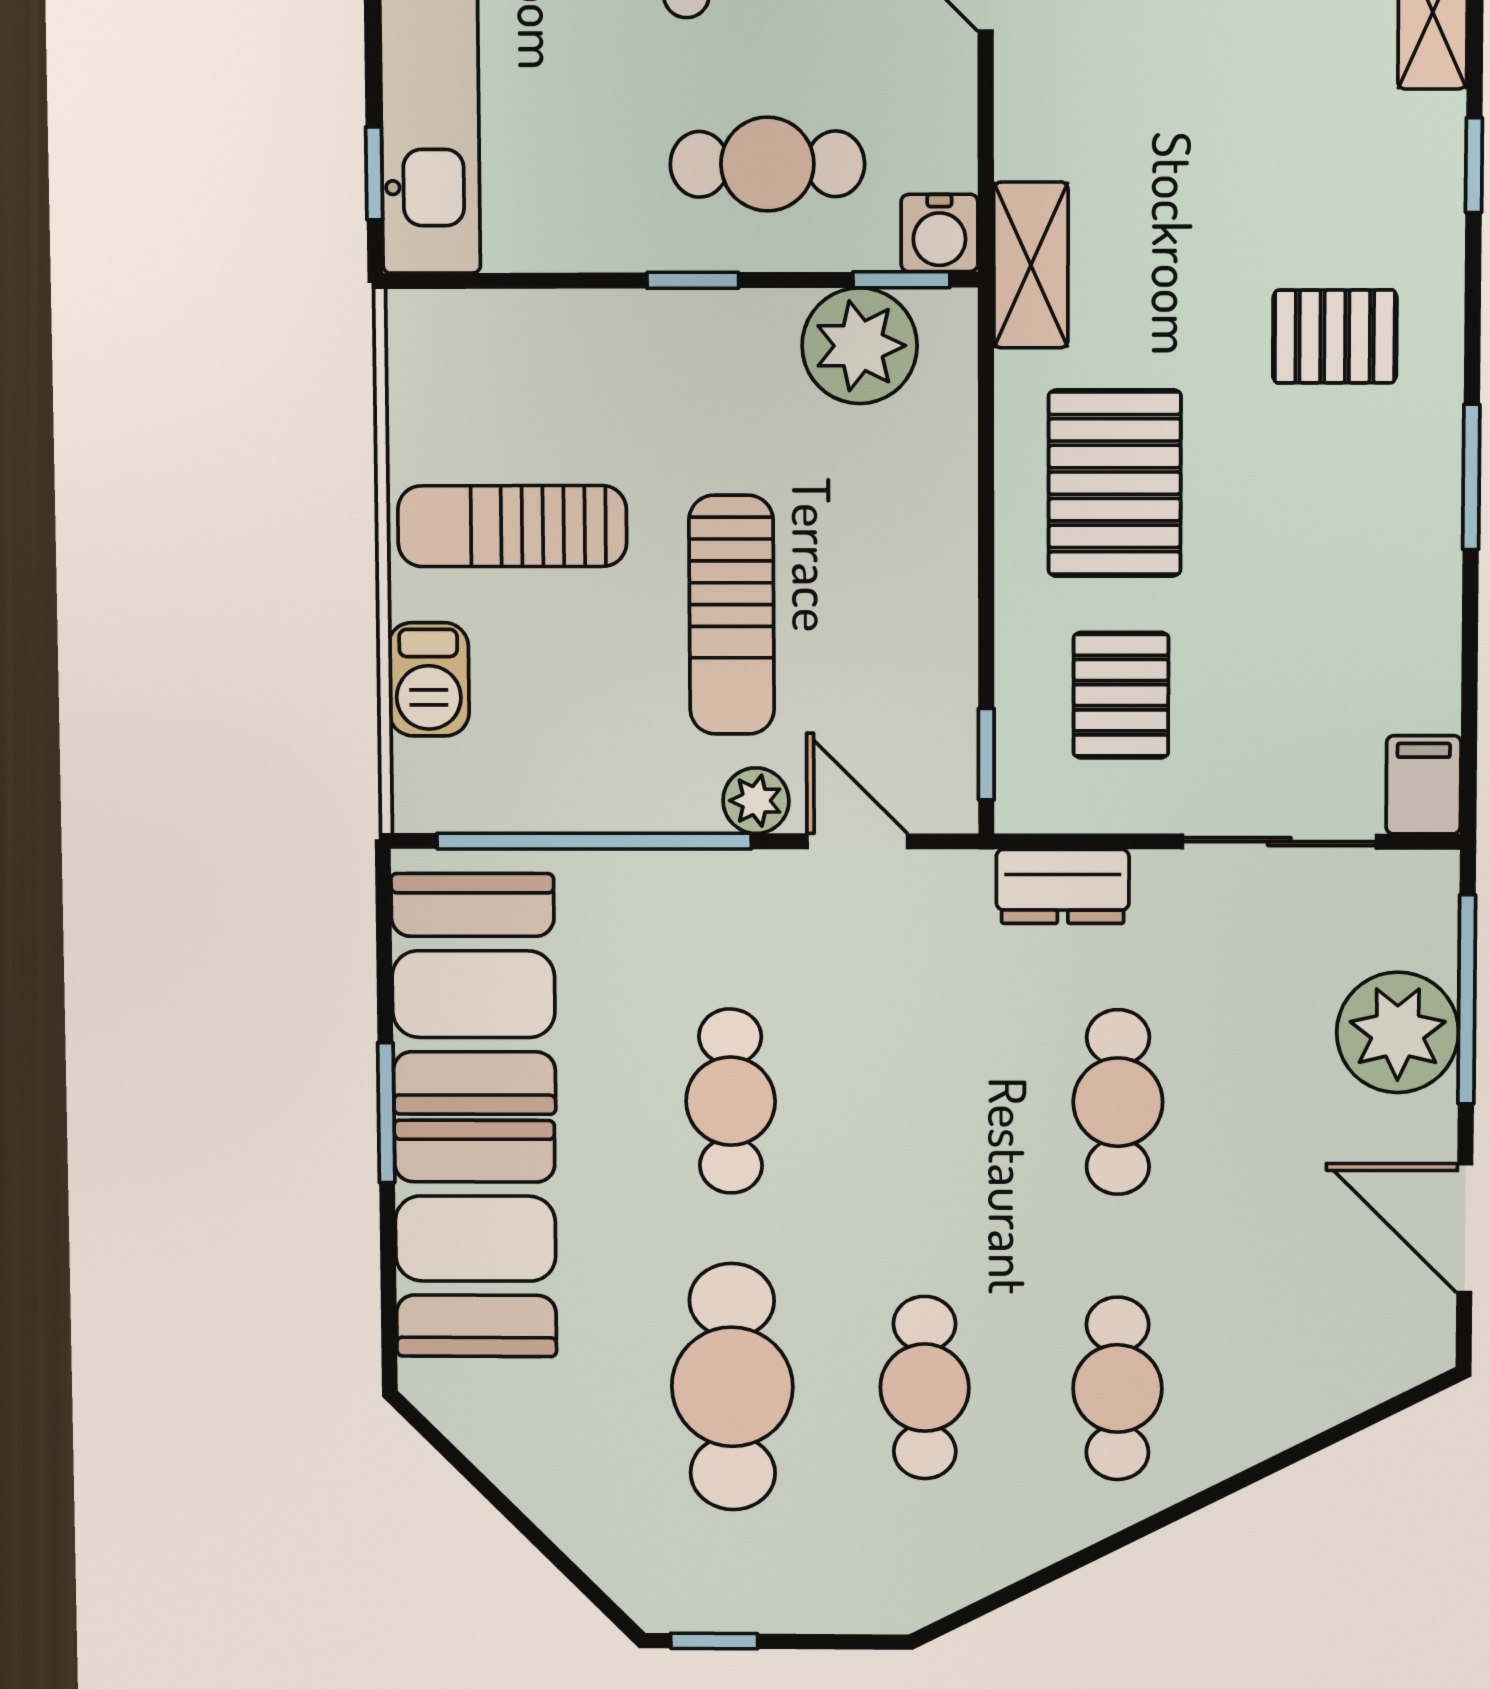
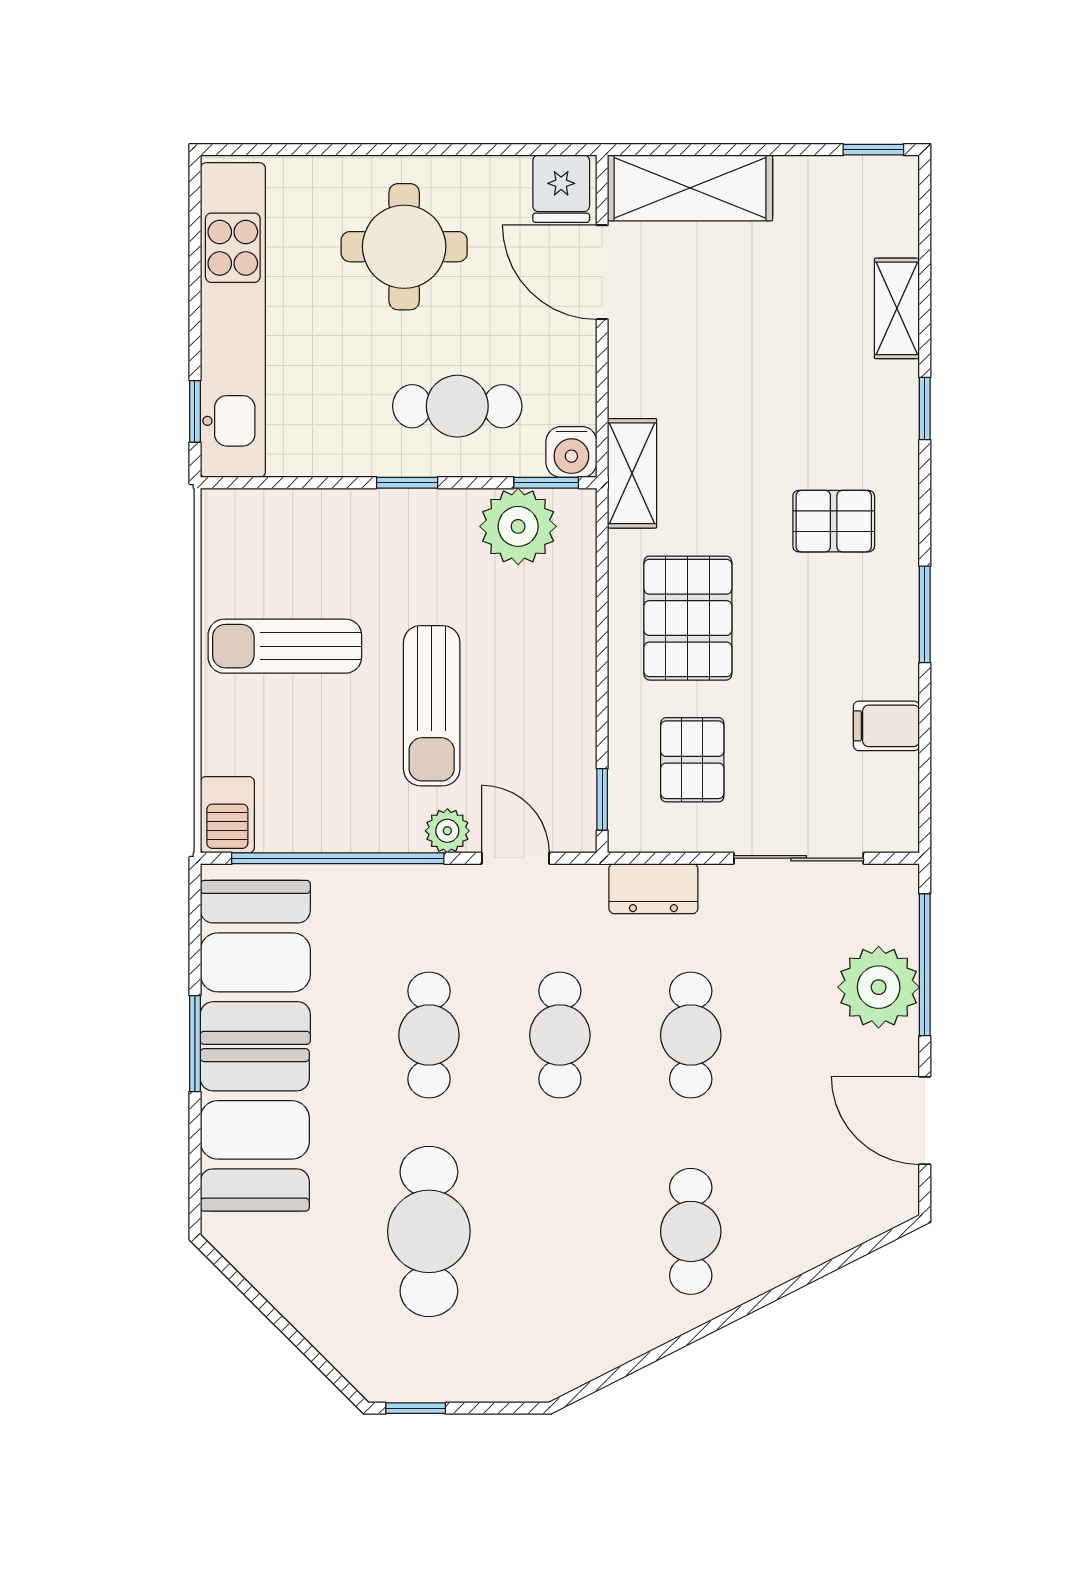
barbecue: (429, 679) -> (227, 815), moved
filing cabinet: (1423, 785) -> (886, 726), moved, turned -90
cafe table: (925, 1388) -> (560, 1035), moved

